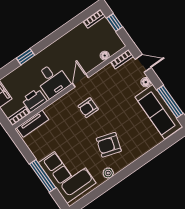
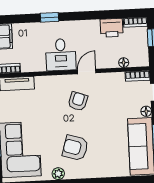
printer: (34, 100) -> (112, 28), moved, turned 180
armchair: (88, 108) -> (78, 101), turned 110

